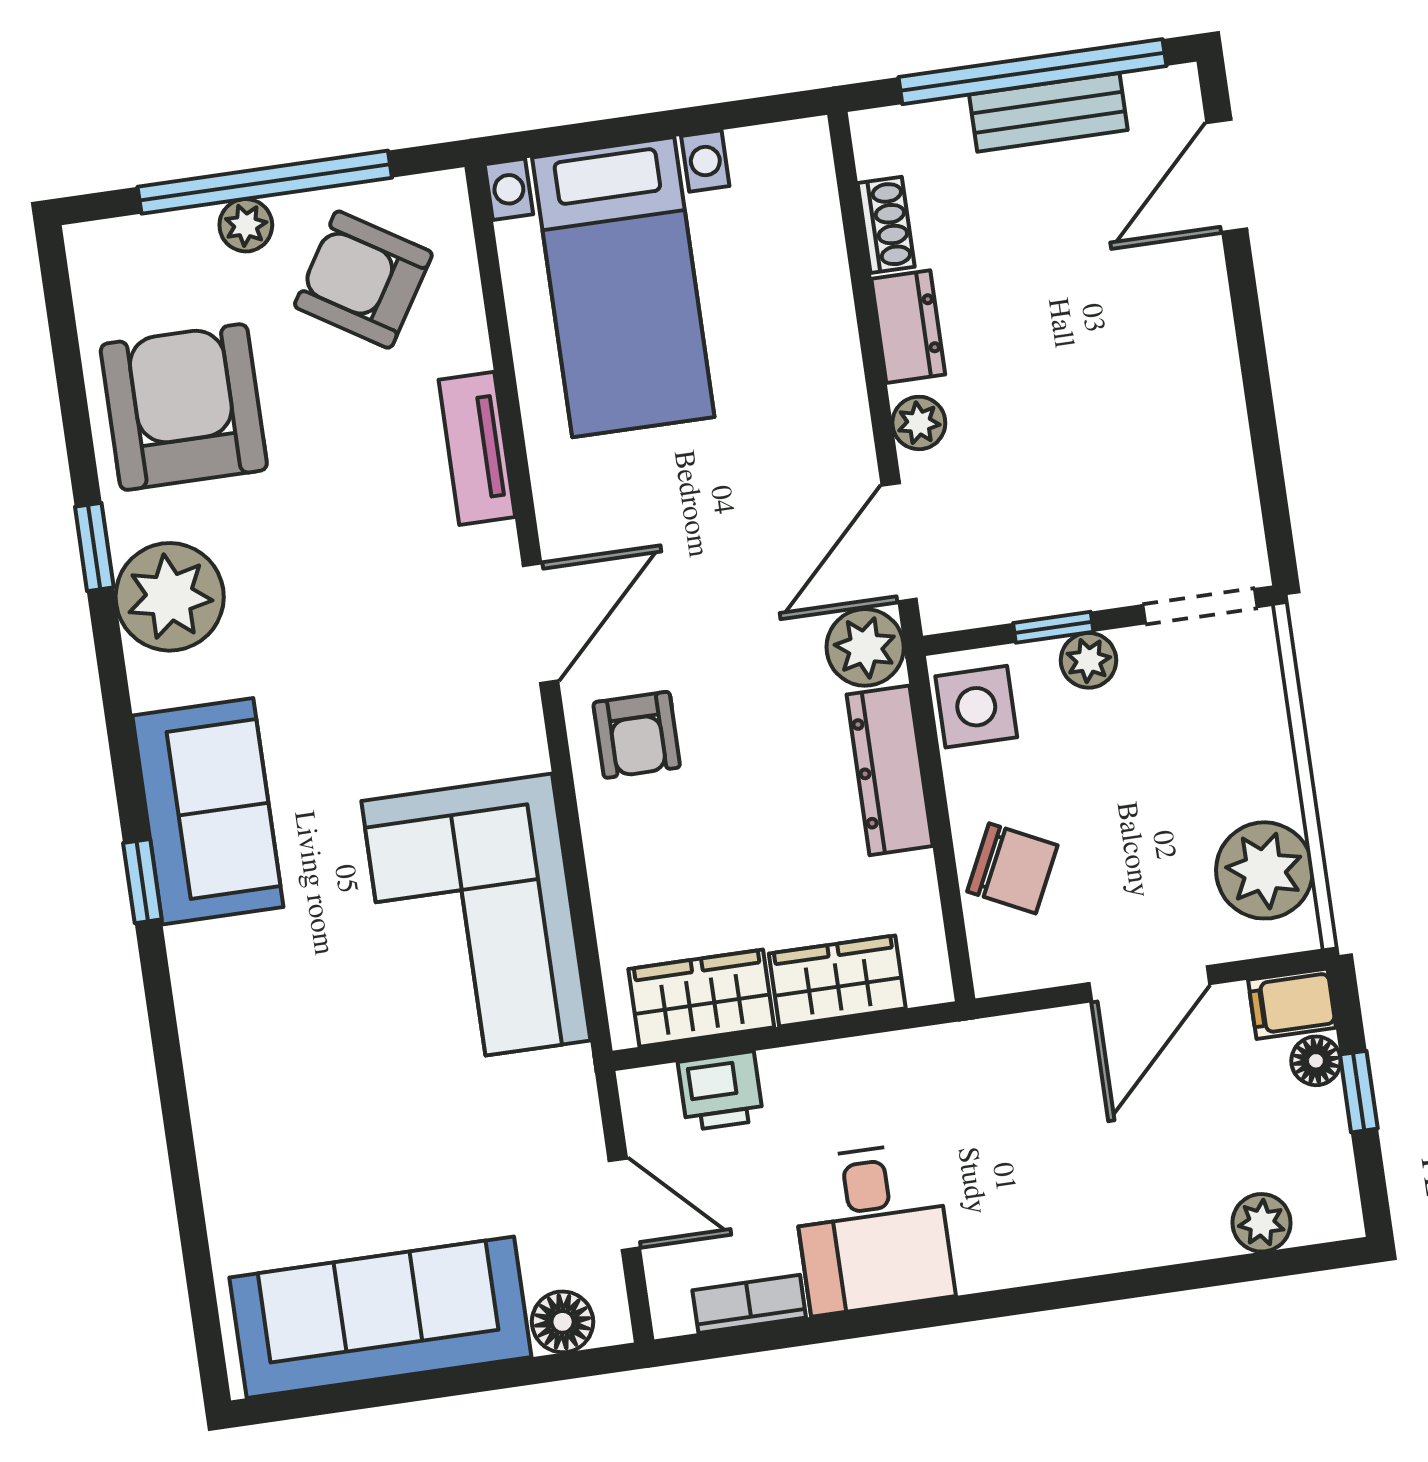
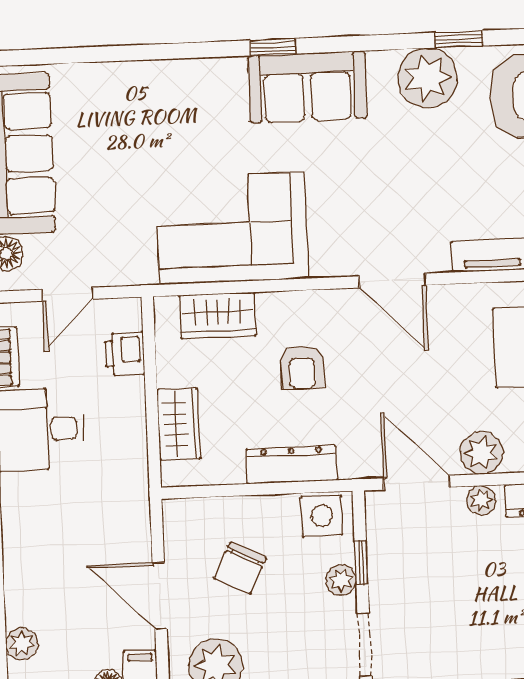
plant: (865, 647) -> (482, 453), moved
armchair: (637, 735) -> (302, 367), moved, turned -90
chair: (1012, 868) -> (240, 568), moved
wardrobe: (701, 998) -> (218, 315), moved, turned 90

